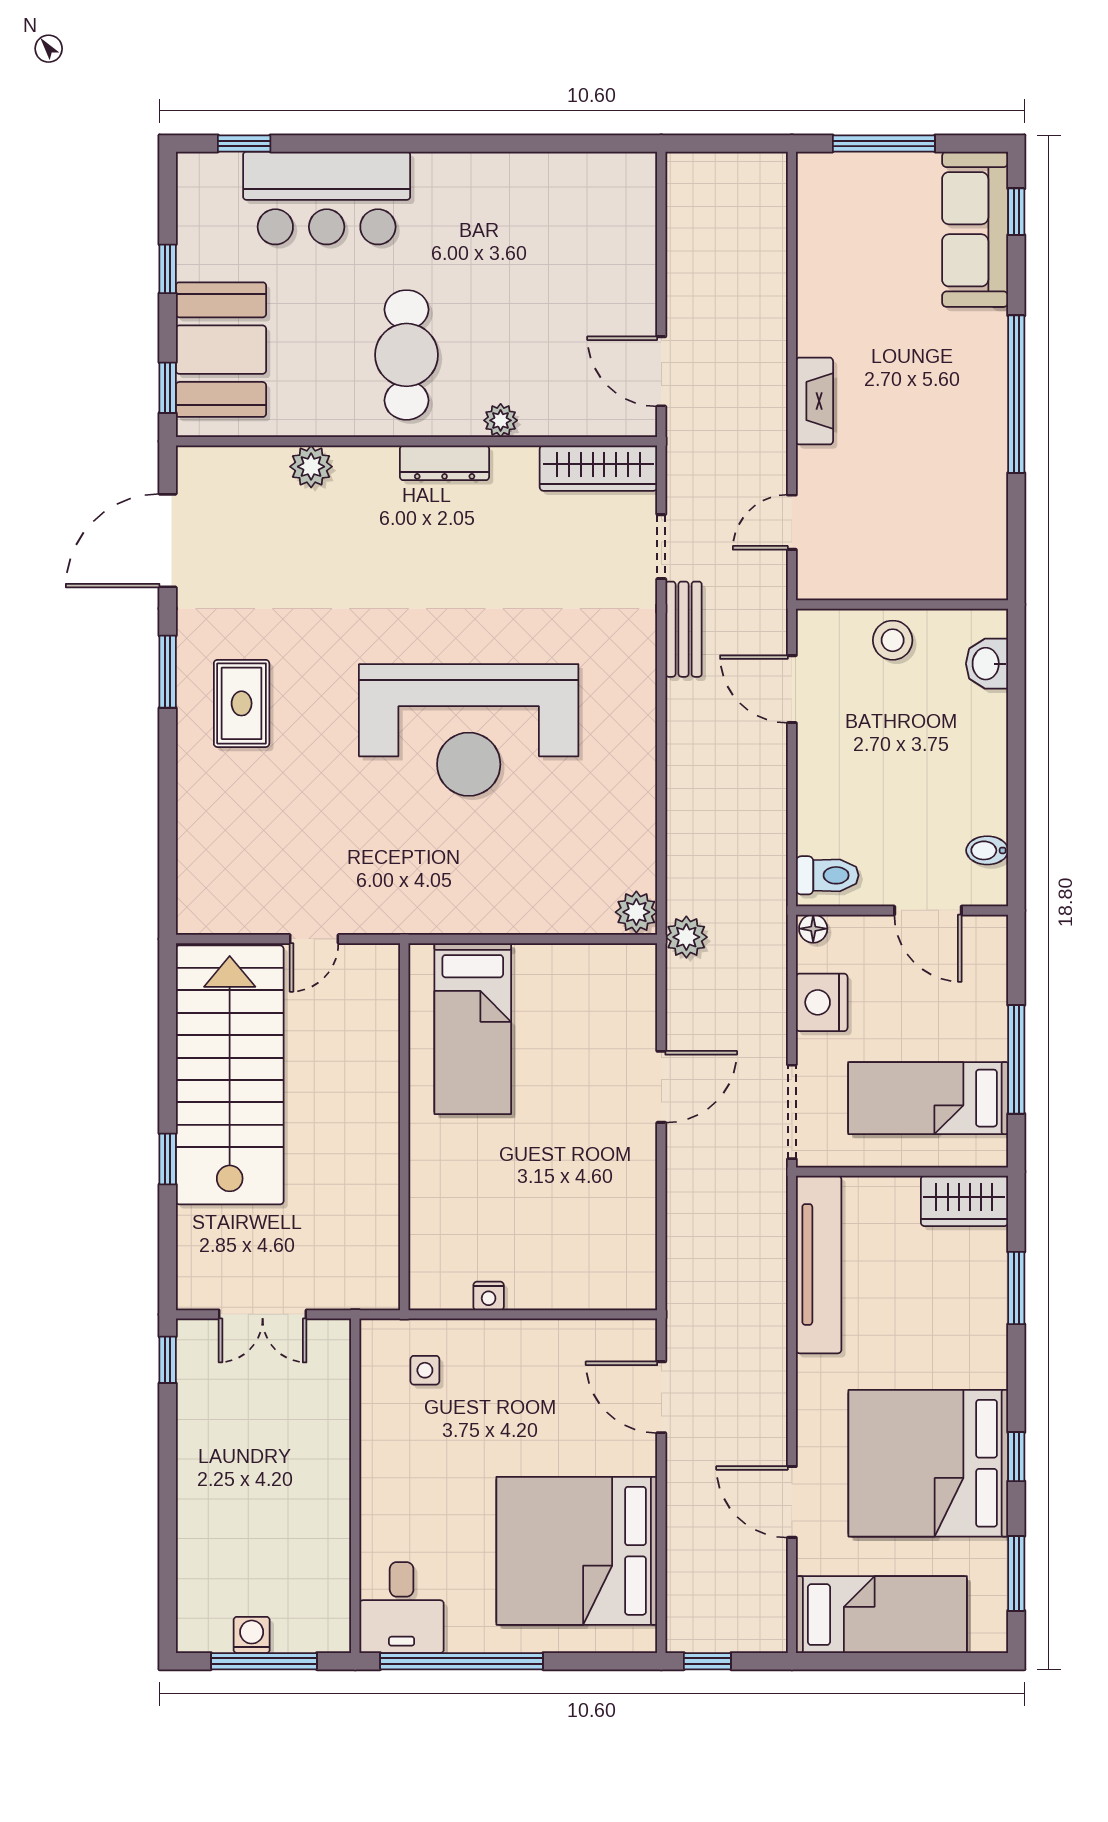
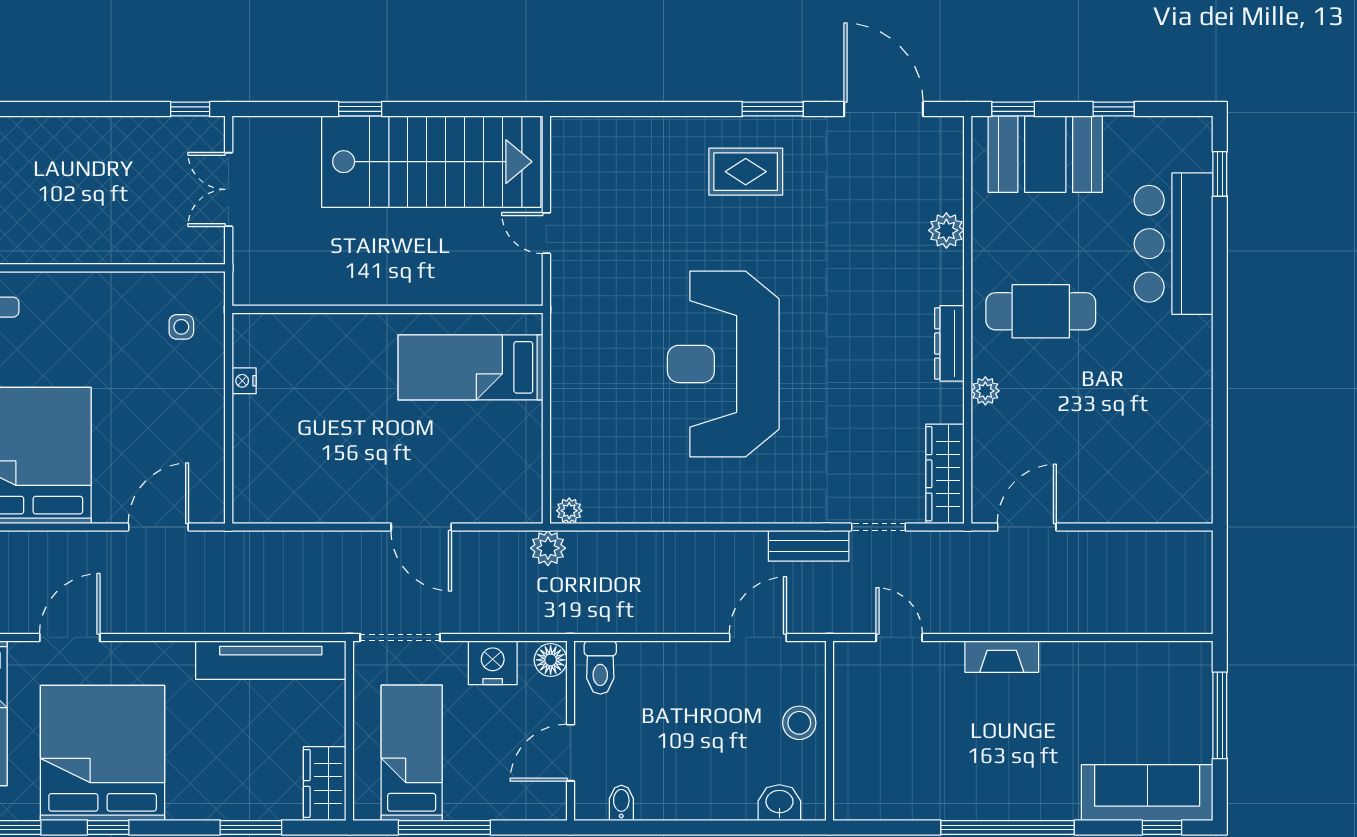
plant: (636, 912) -> (569, 511), width x0.73, depth x0.73
floor lamp: (813, 929) -> (551, 660), width x1.37, depth x1.37

